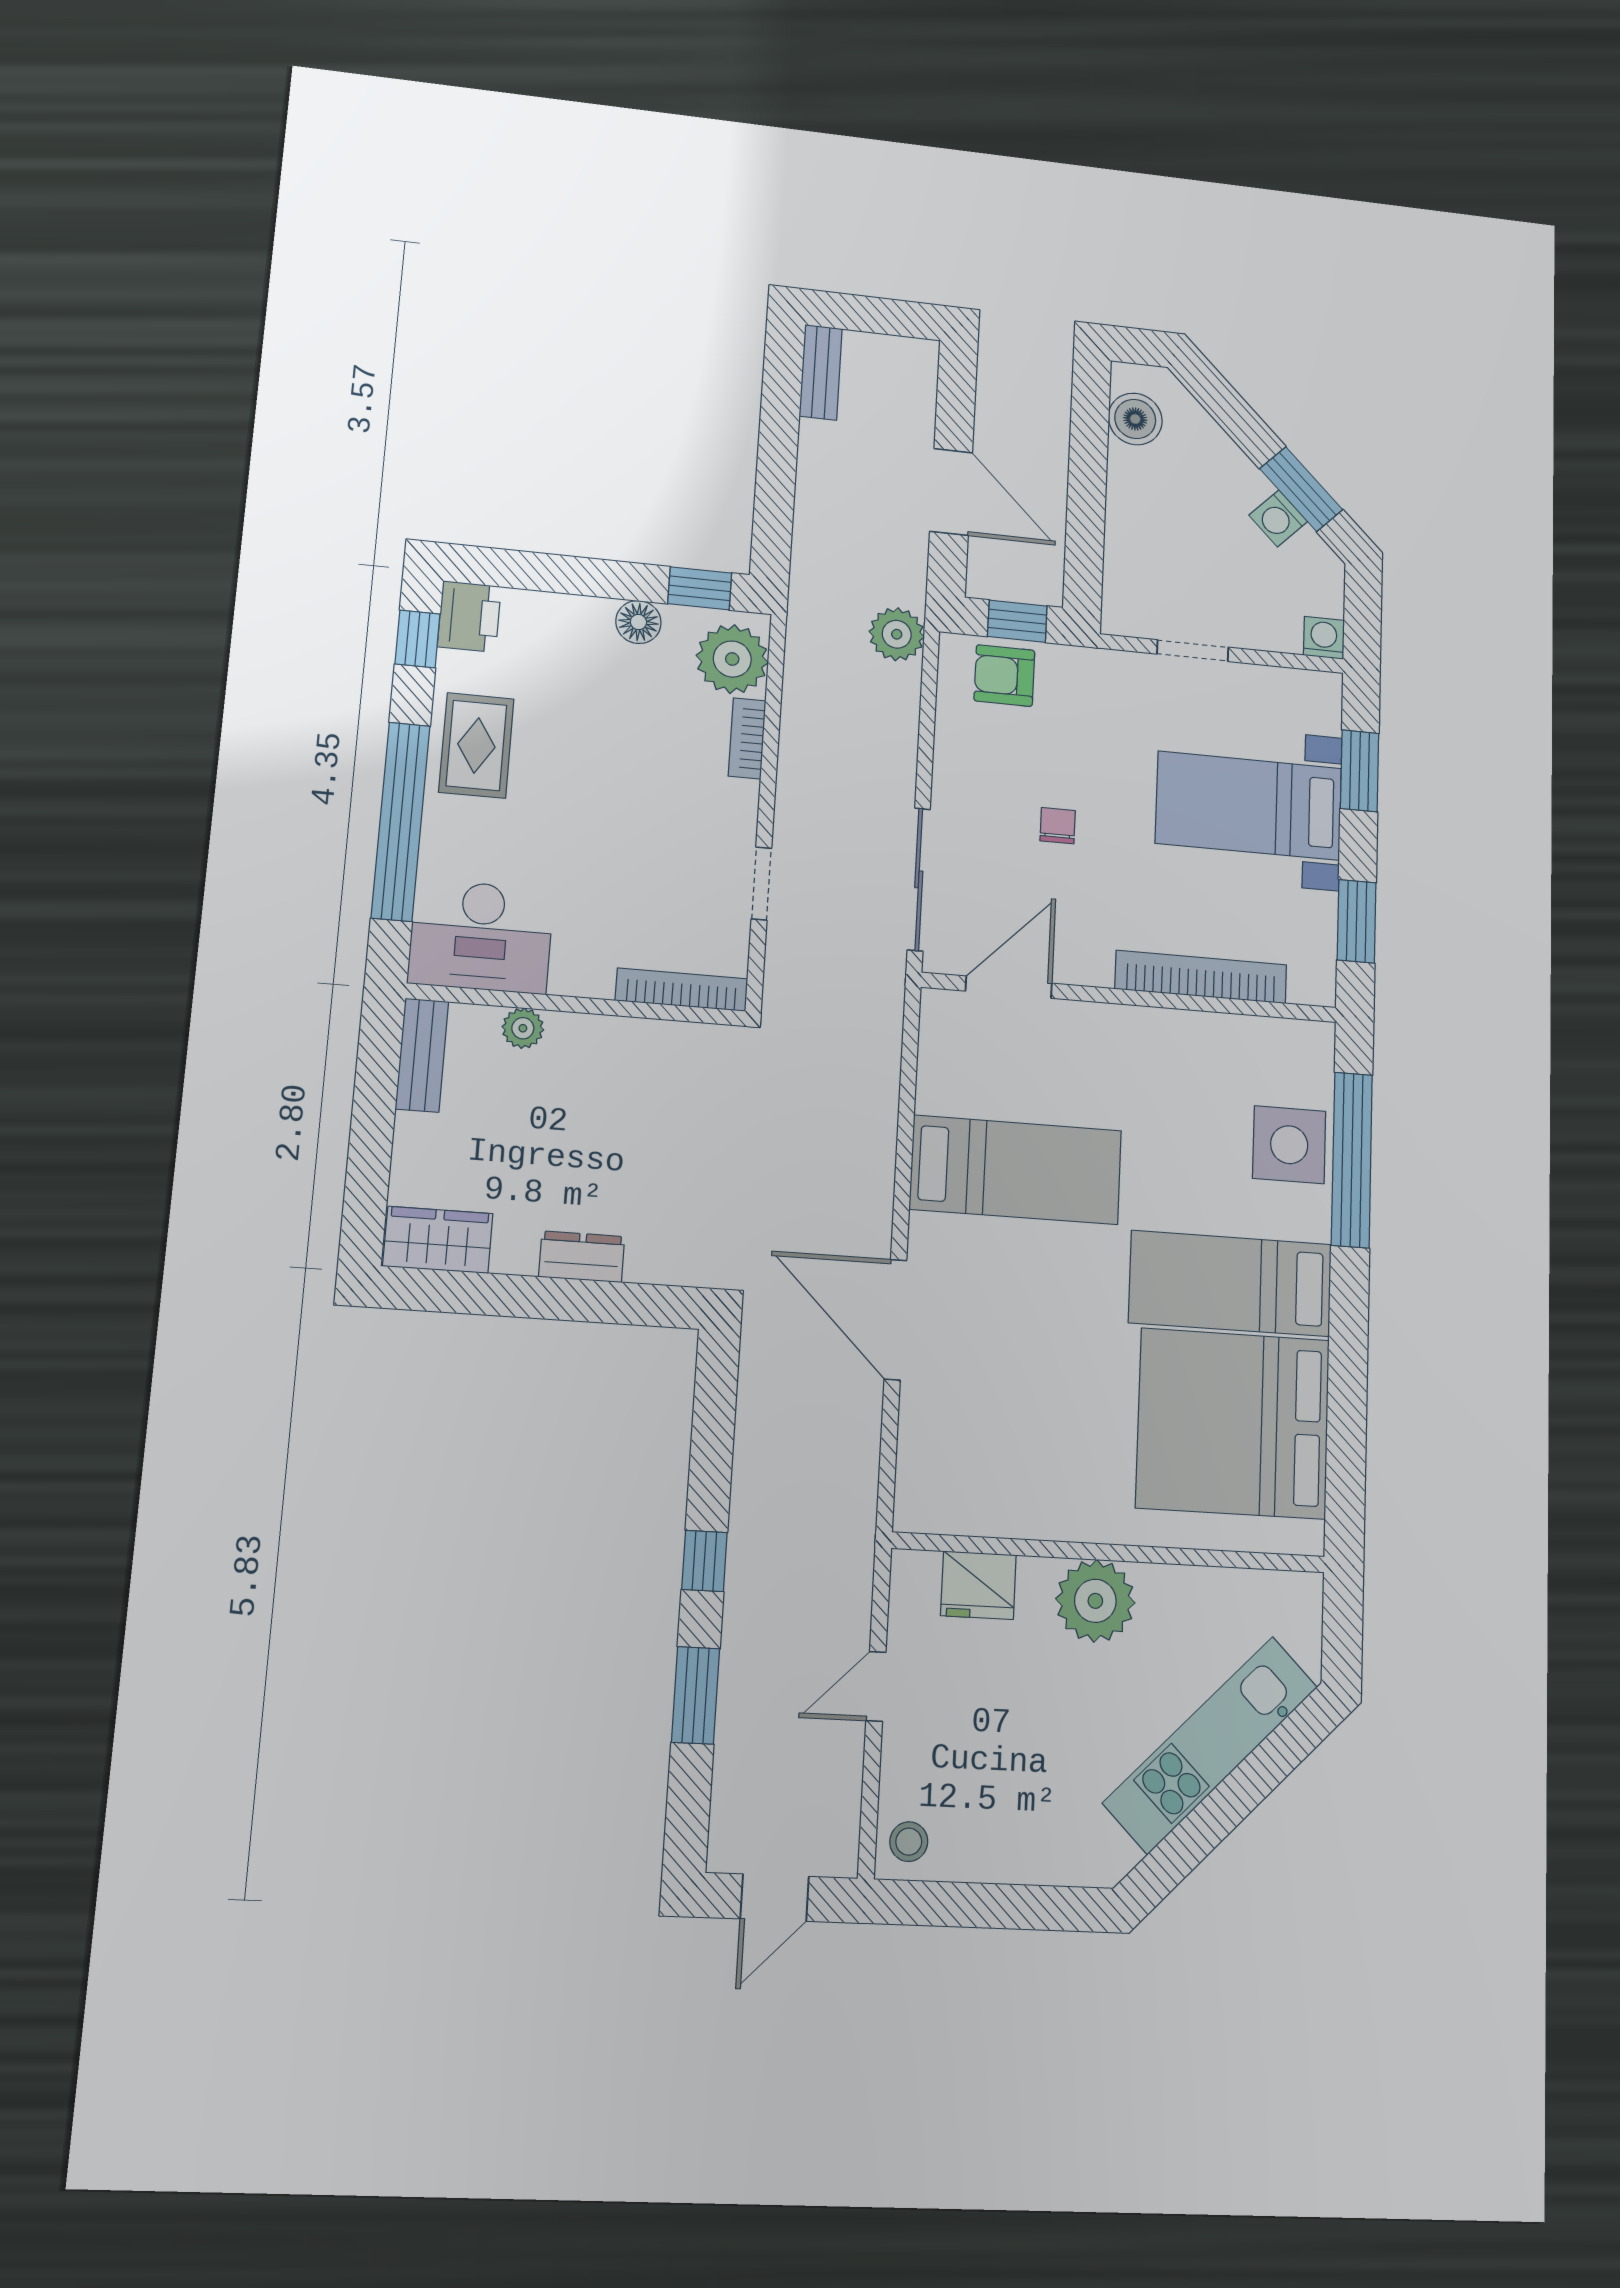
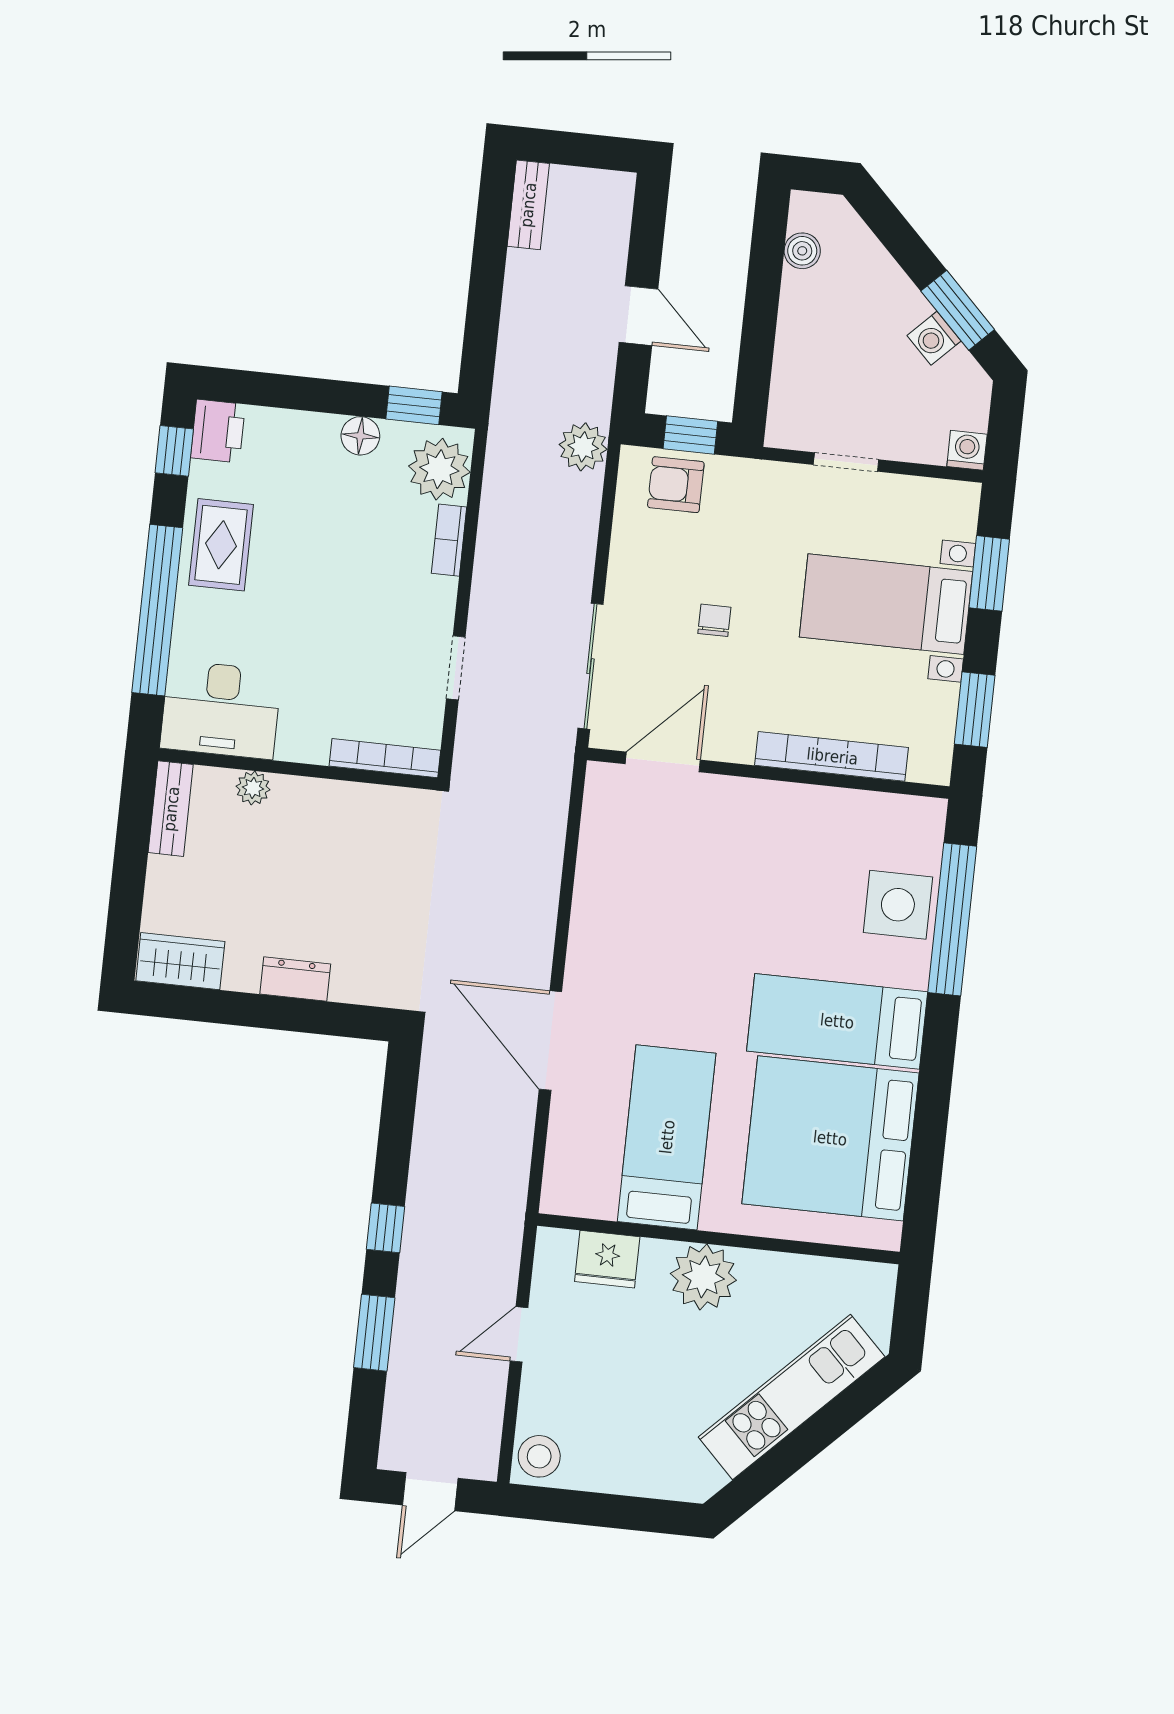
boiler: (1135, 419) -> (802, 251), width x0.73, depth x0.73
door: (951, 492) -> (638, 316), width x0.73
bed: (1016, 1170) -> (667, 1137), moved, turned -90
stool: (909, 1842) -> (539, 1456), width x1.37, depth x1.37

